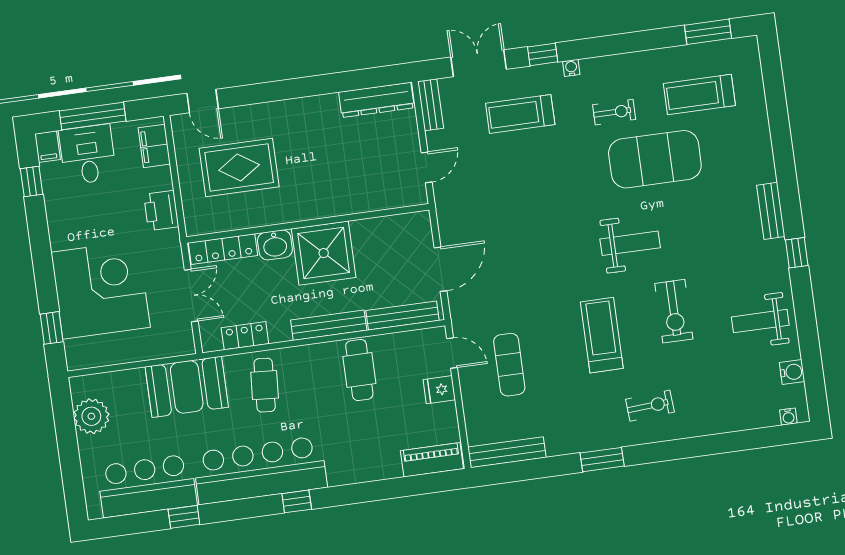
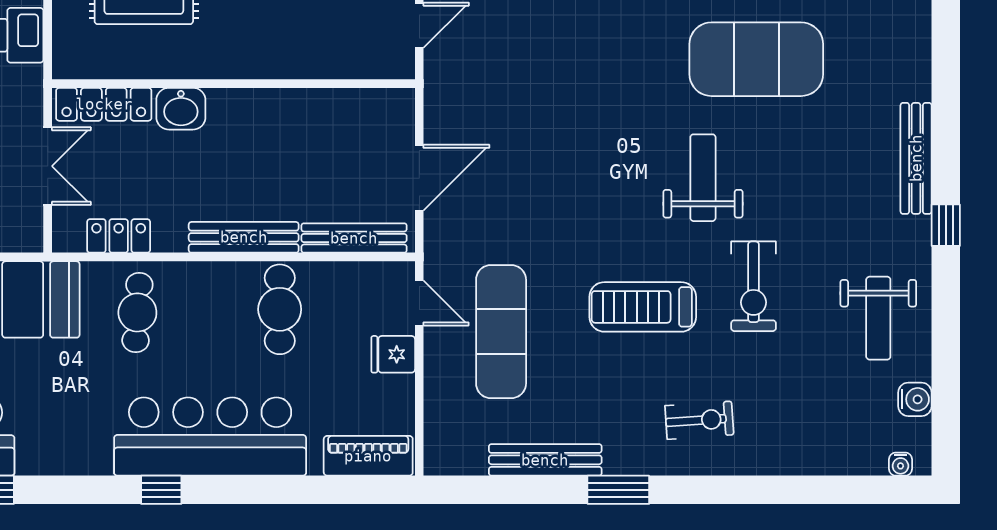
bench: (771, 211) -> (916, 158), width x1.36
weight bench: (630, 243) -> (703, 178), turned -90
shower: (324, 253) -> (251, 130), removed
weight bench: (760, 321) -> (878, 318), turned -90
treadmill: (602, 335) -> (643, 307), turned -90
exercise mat: (509, 365) -> (501, 332), width x1.36, depth x1.45
bench: (507, 452) -> (545, 460), moved
bar counter: (260, 470) -> (210, 437), moved

